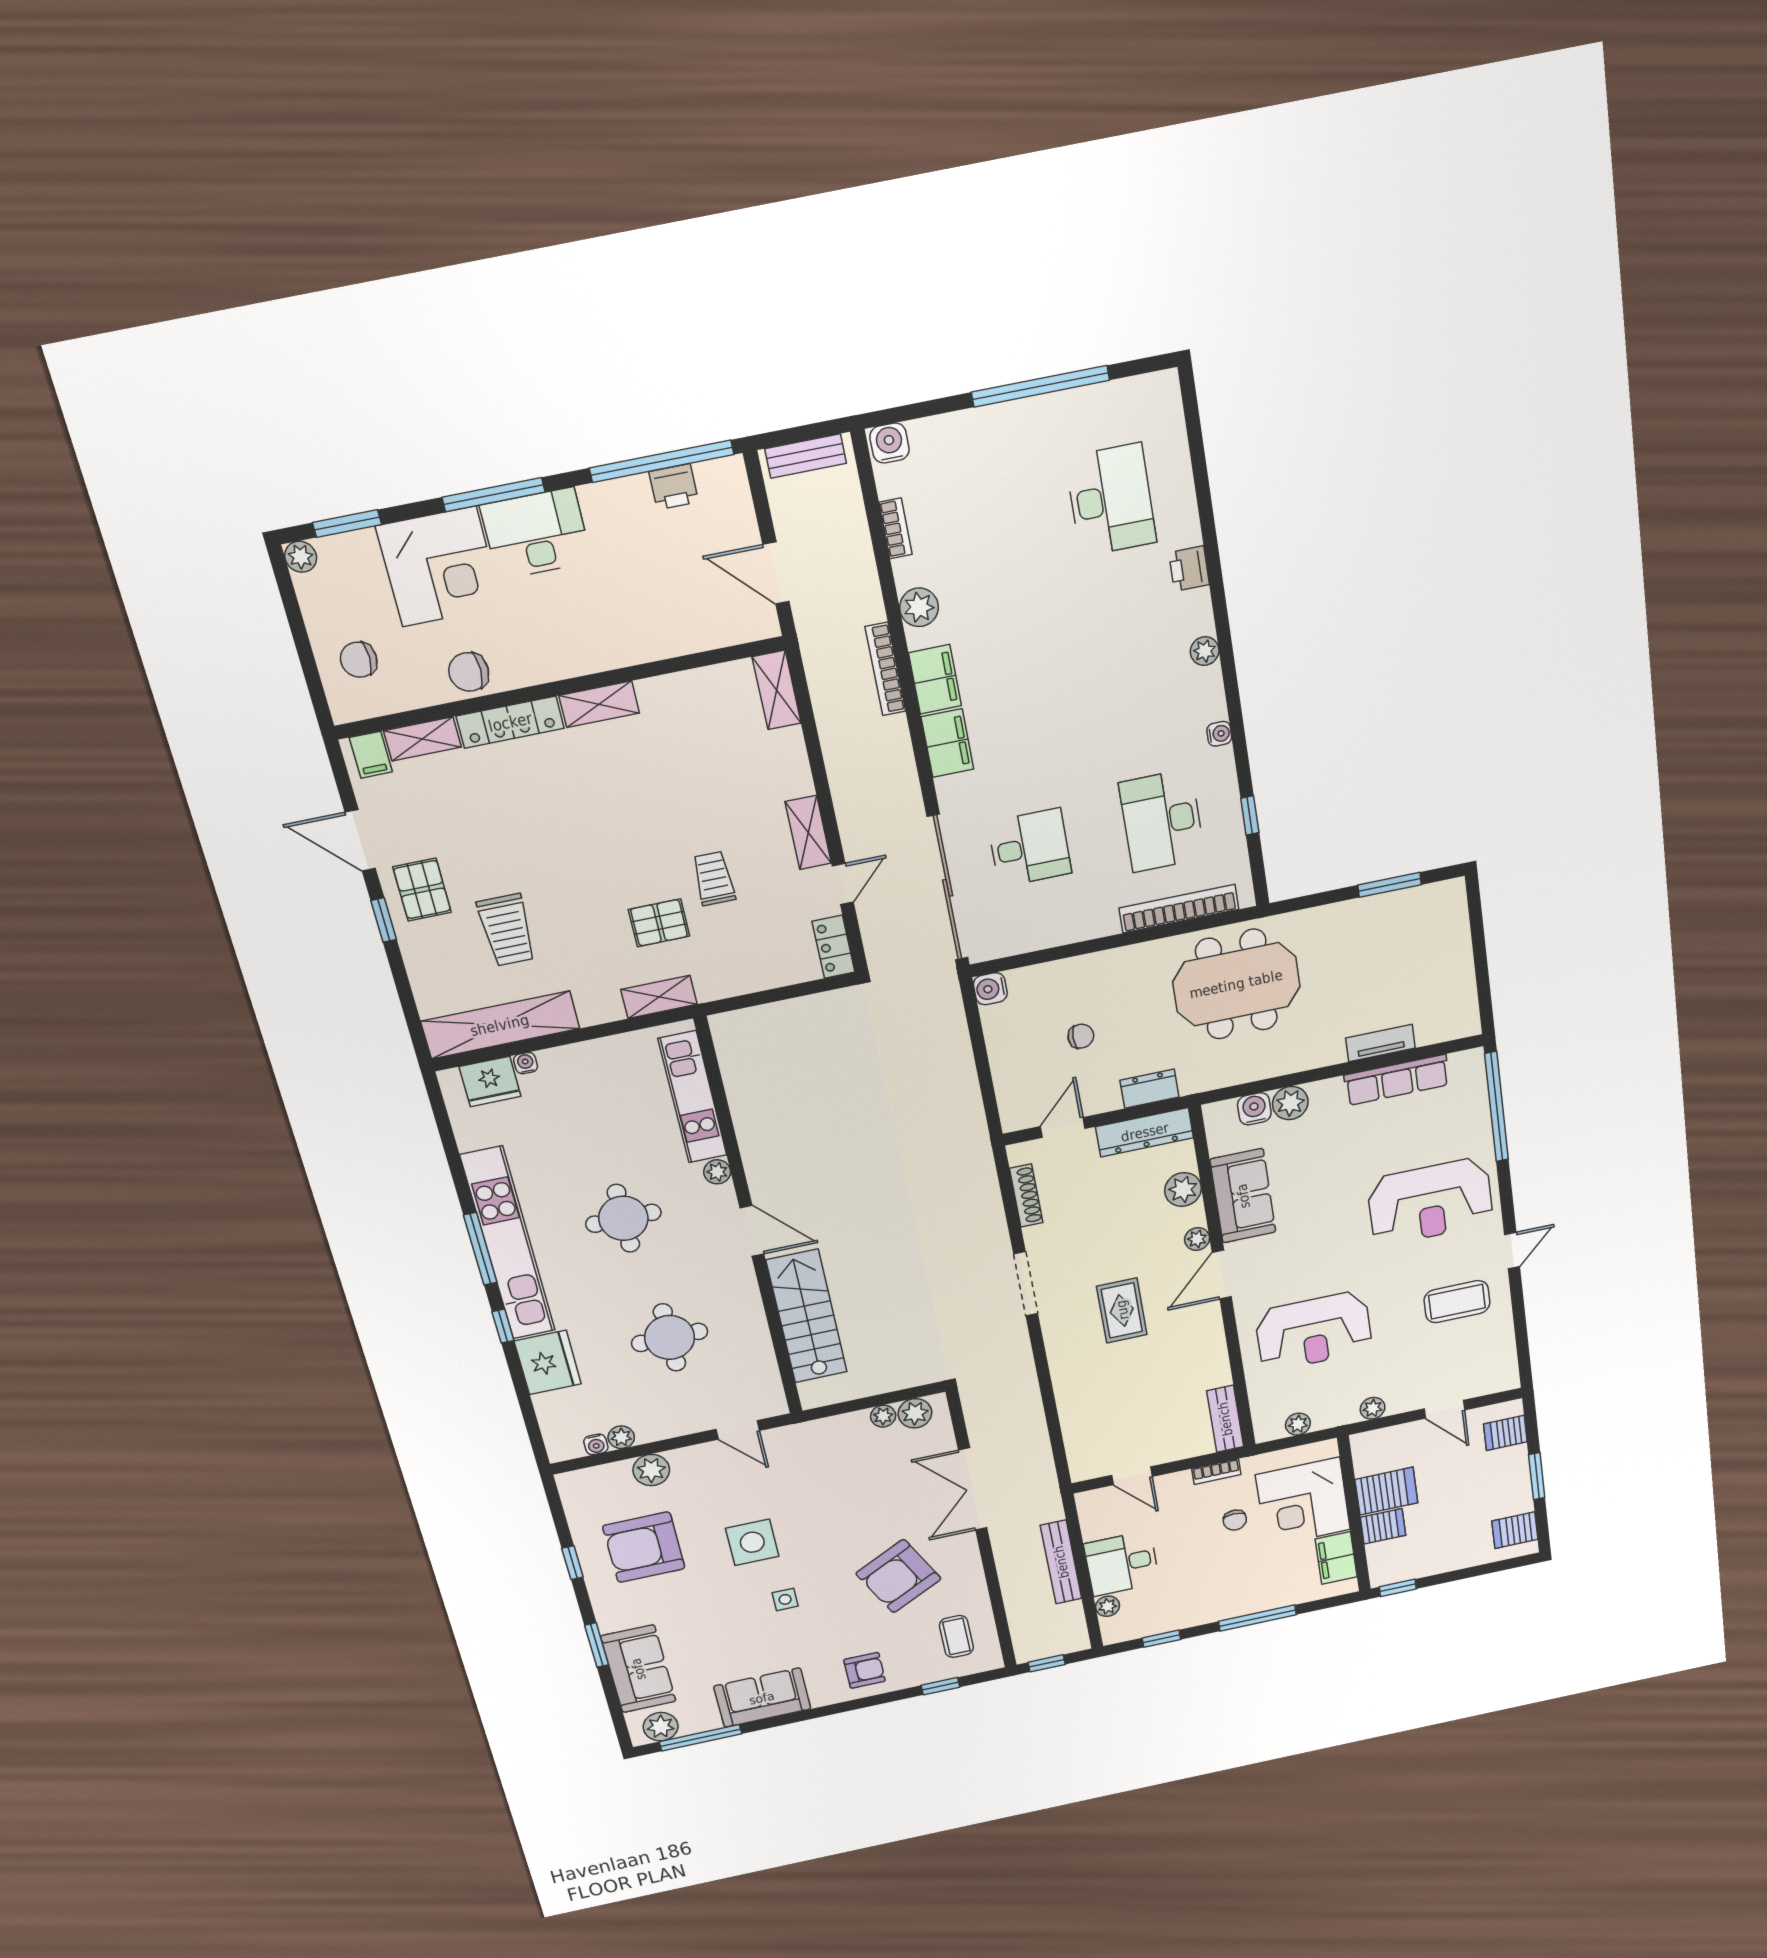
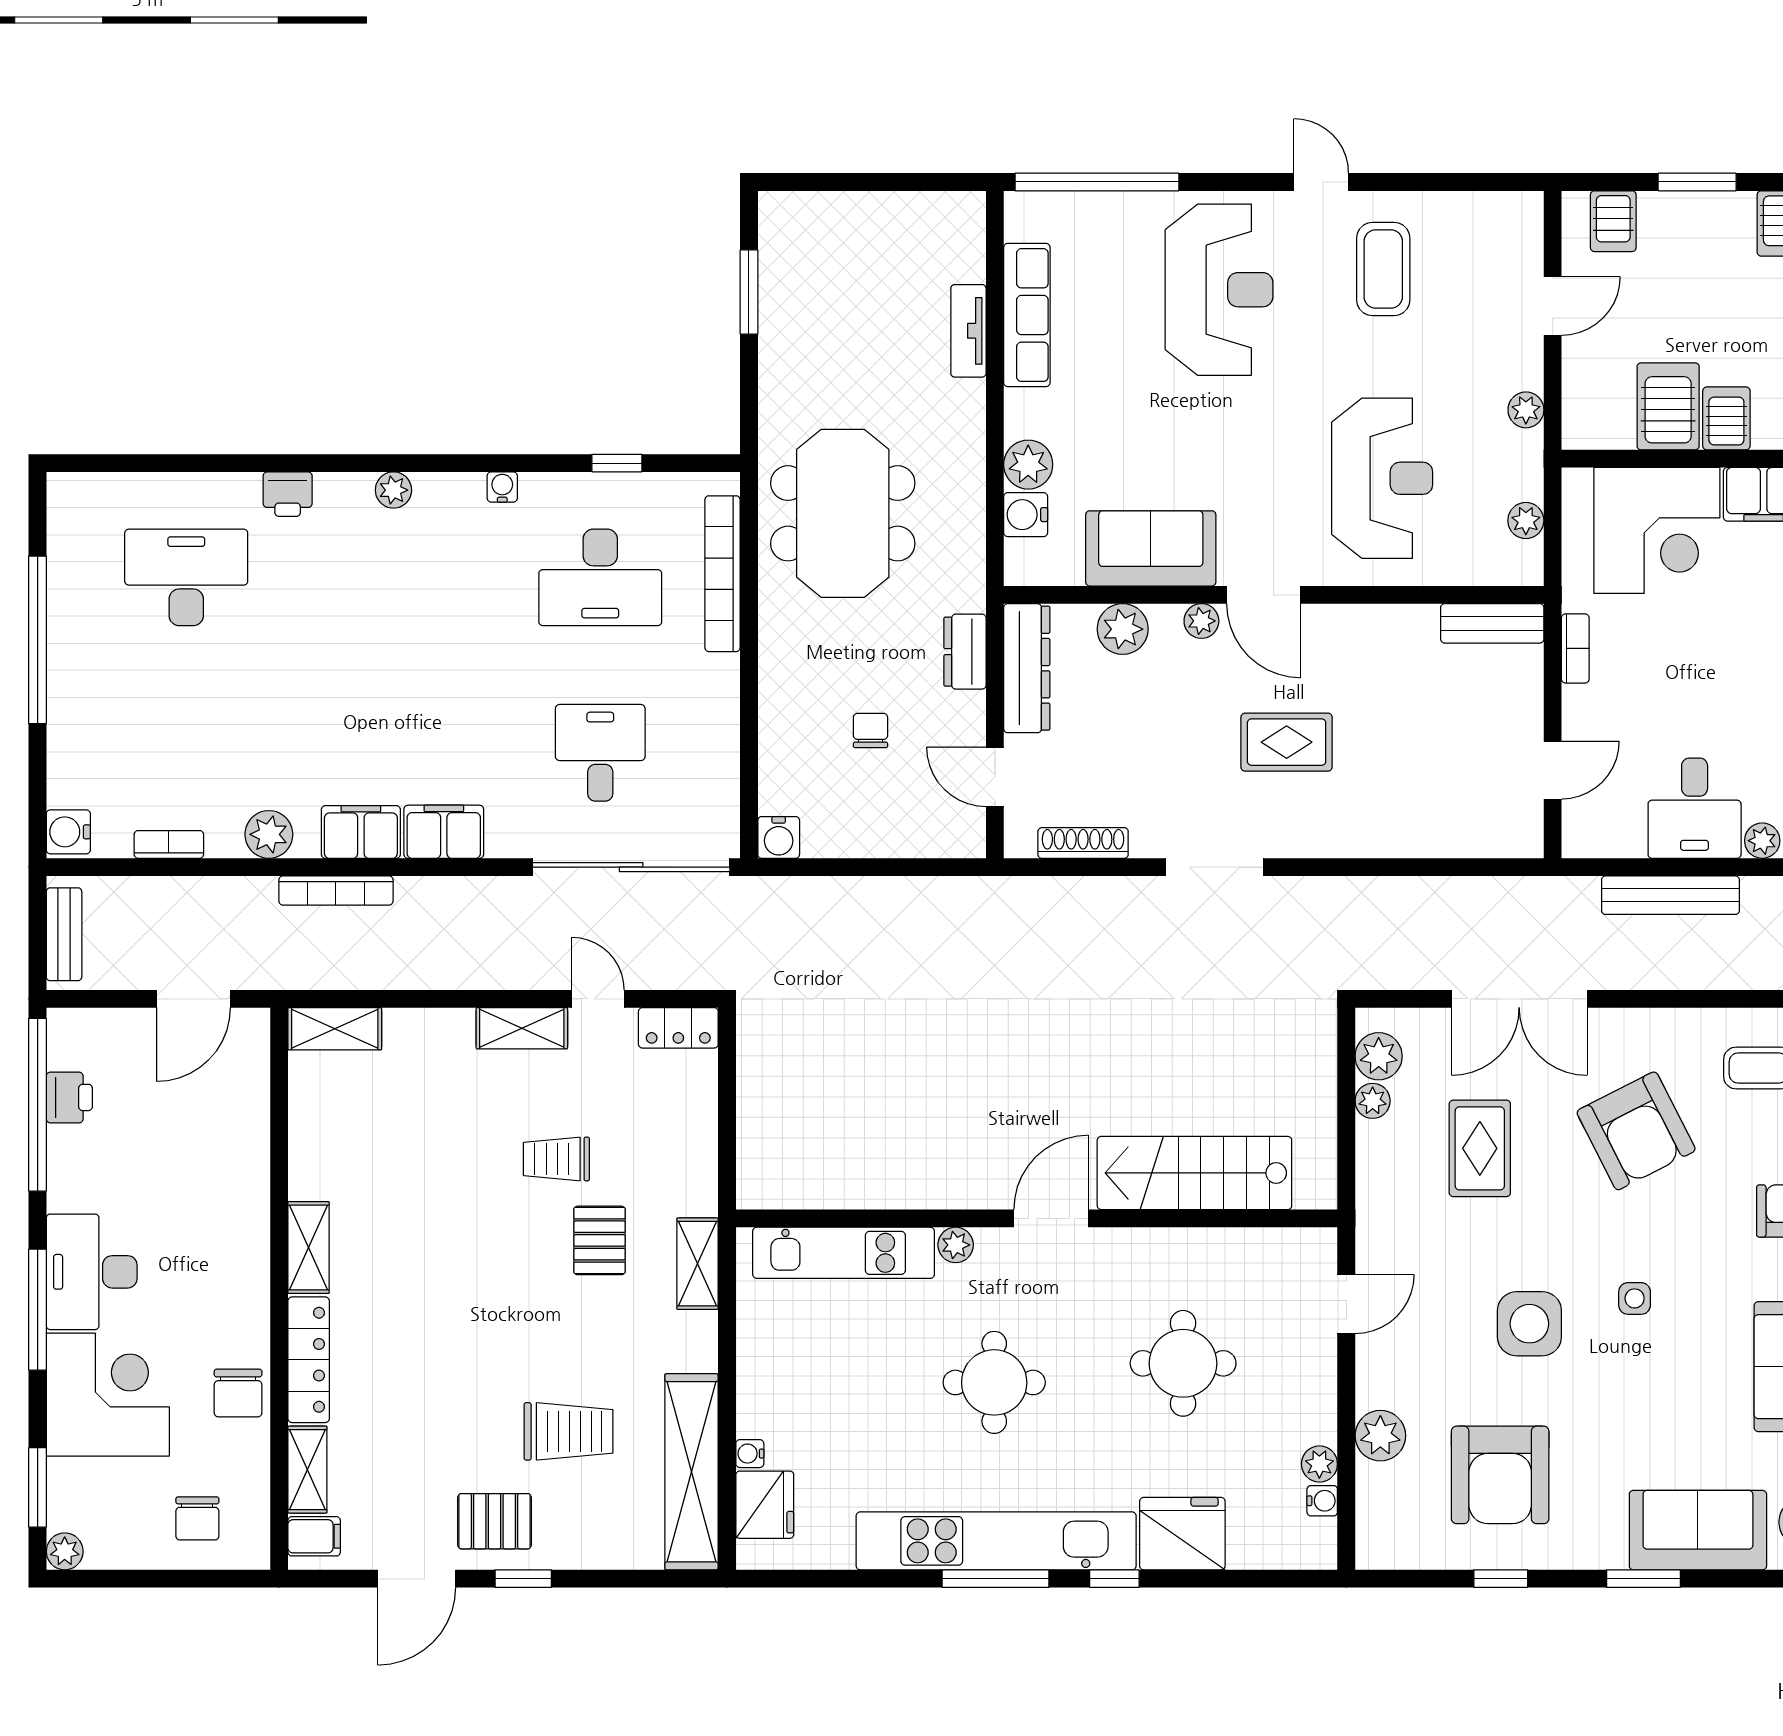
rug: (865, 1487) -> (1480, 1148), added
chair: (1235, 1520) -> (1662, 634), removed

